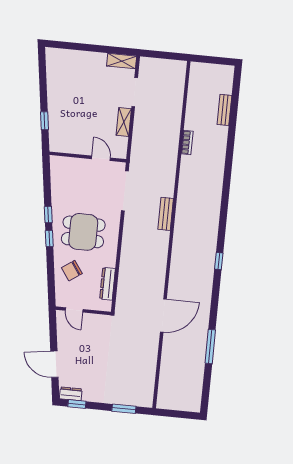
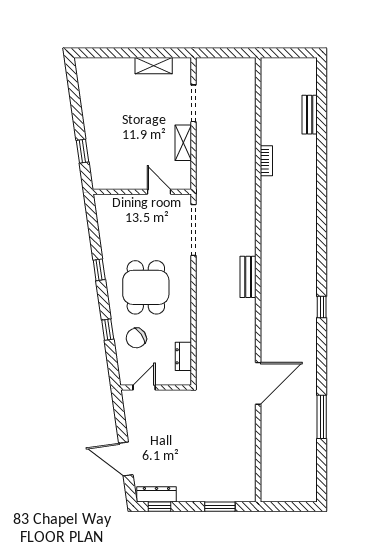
shelving: (122, 61) -> (154, 66), moved
bench: (166, 214) -> (248, 277), moved
dining table: (83, 232) -> (146, 287), turned 90
window: (49, 238) -> (108, 330), moved
dresser: (108, 284) -> (183, 356), width x0.70
door: (74, 310) -> (144, 388), swing flipped
dresser: (71, 394) -> (156, 494), width x1.44

